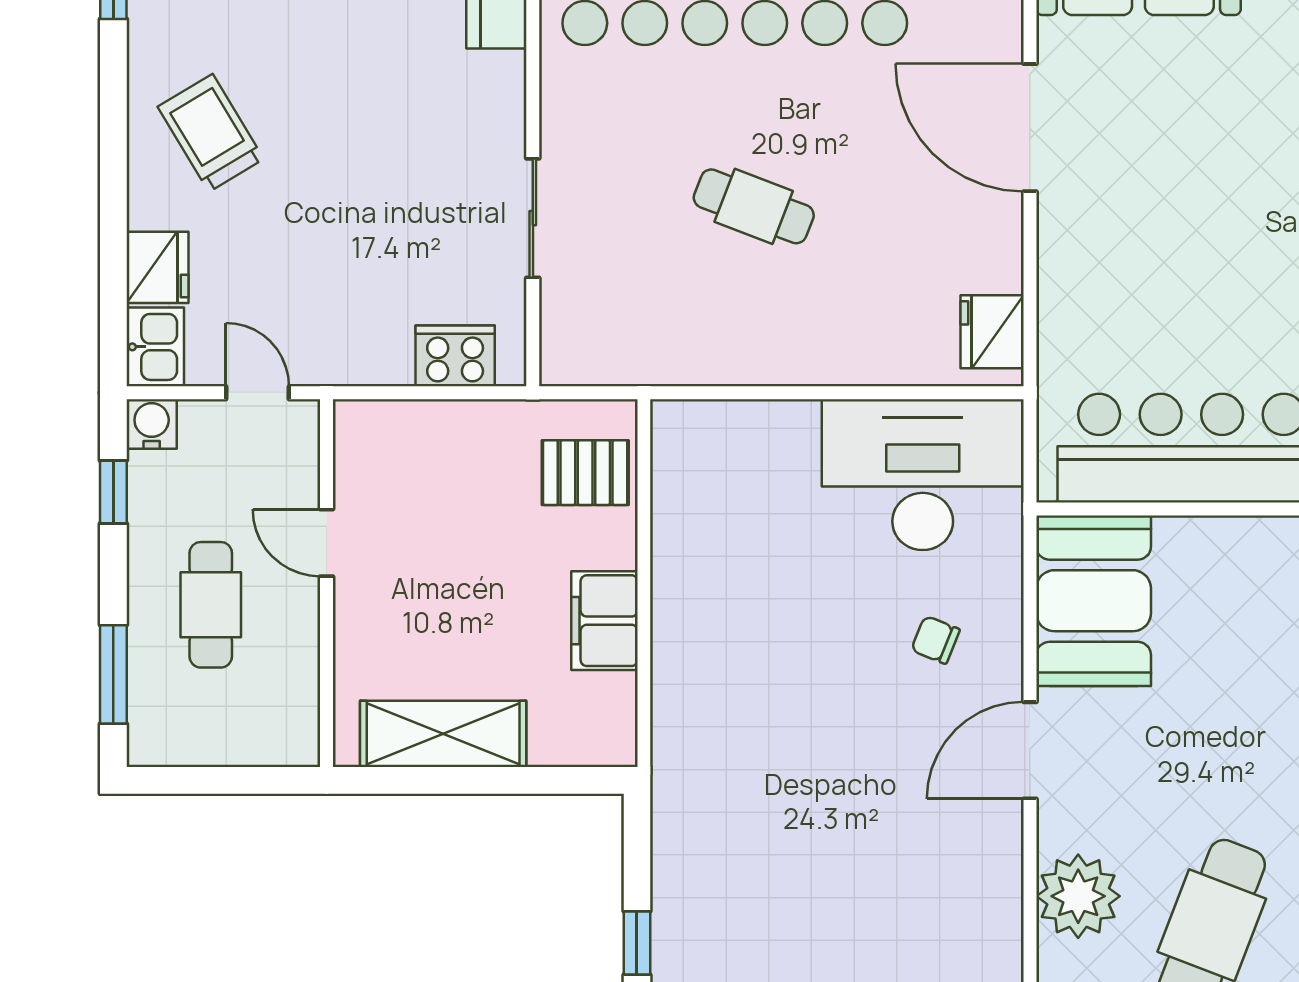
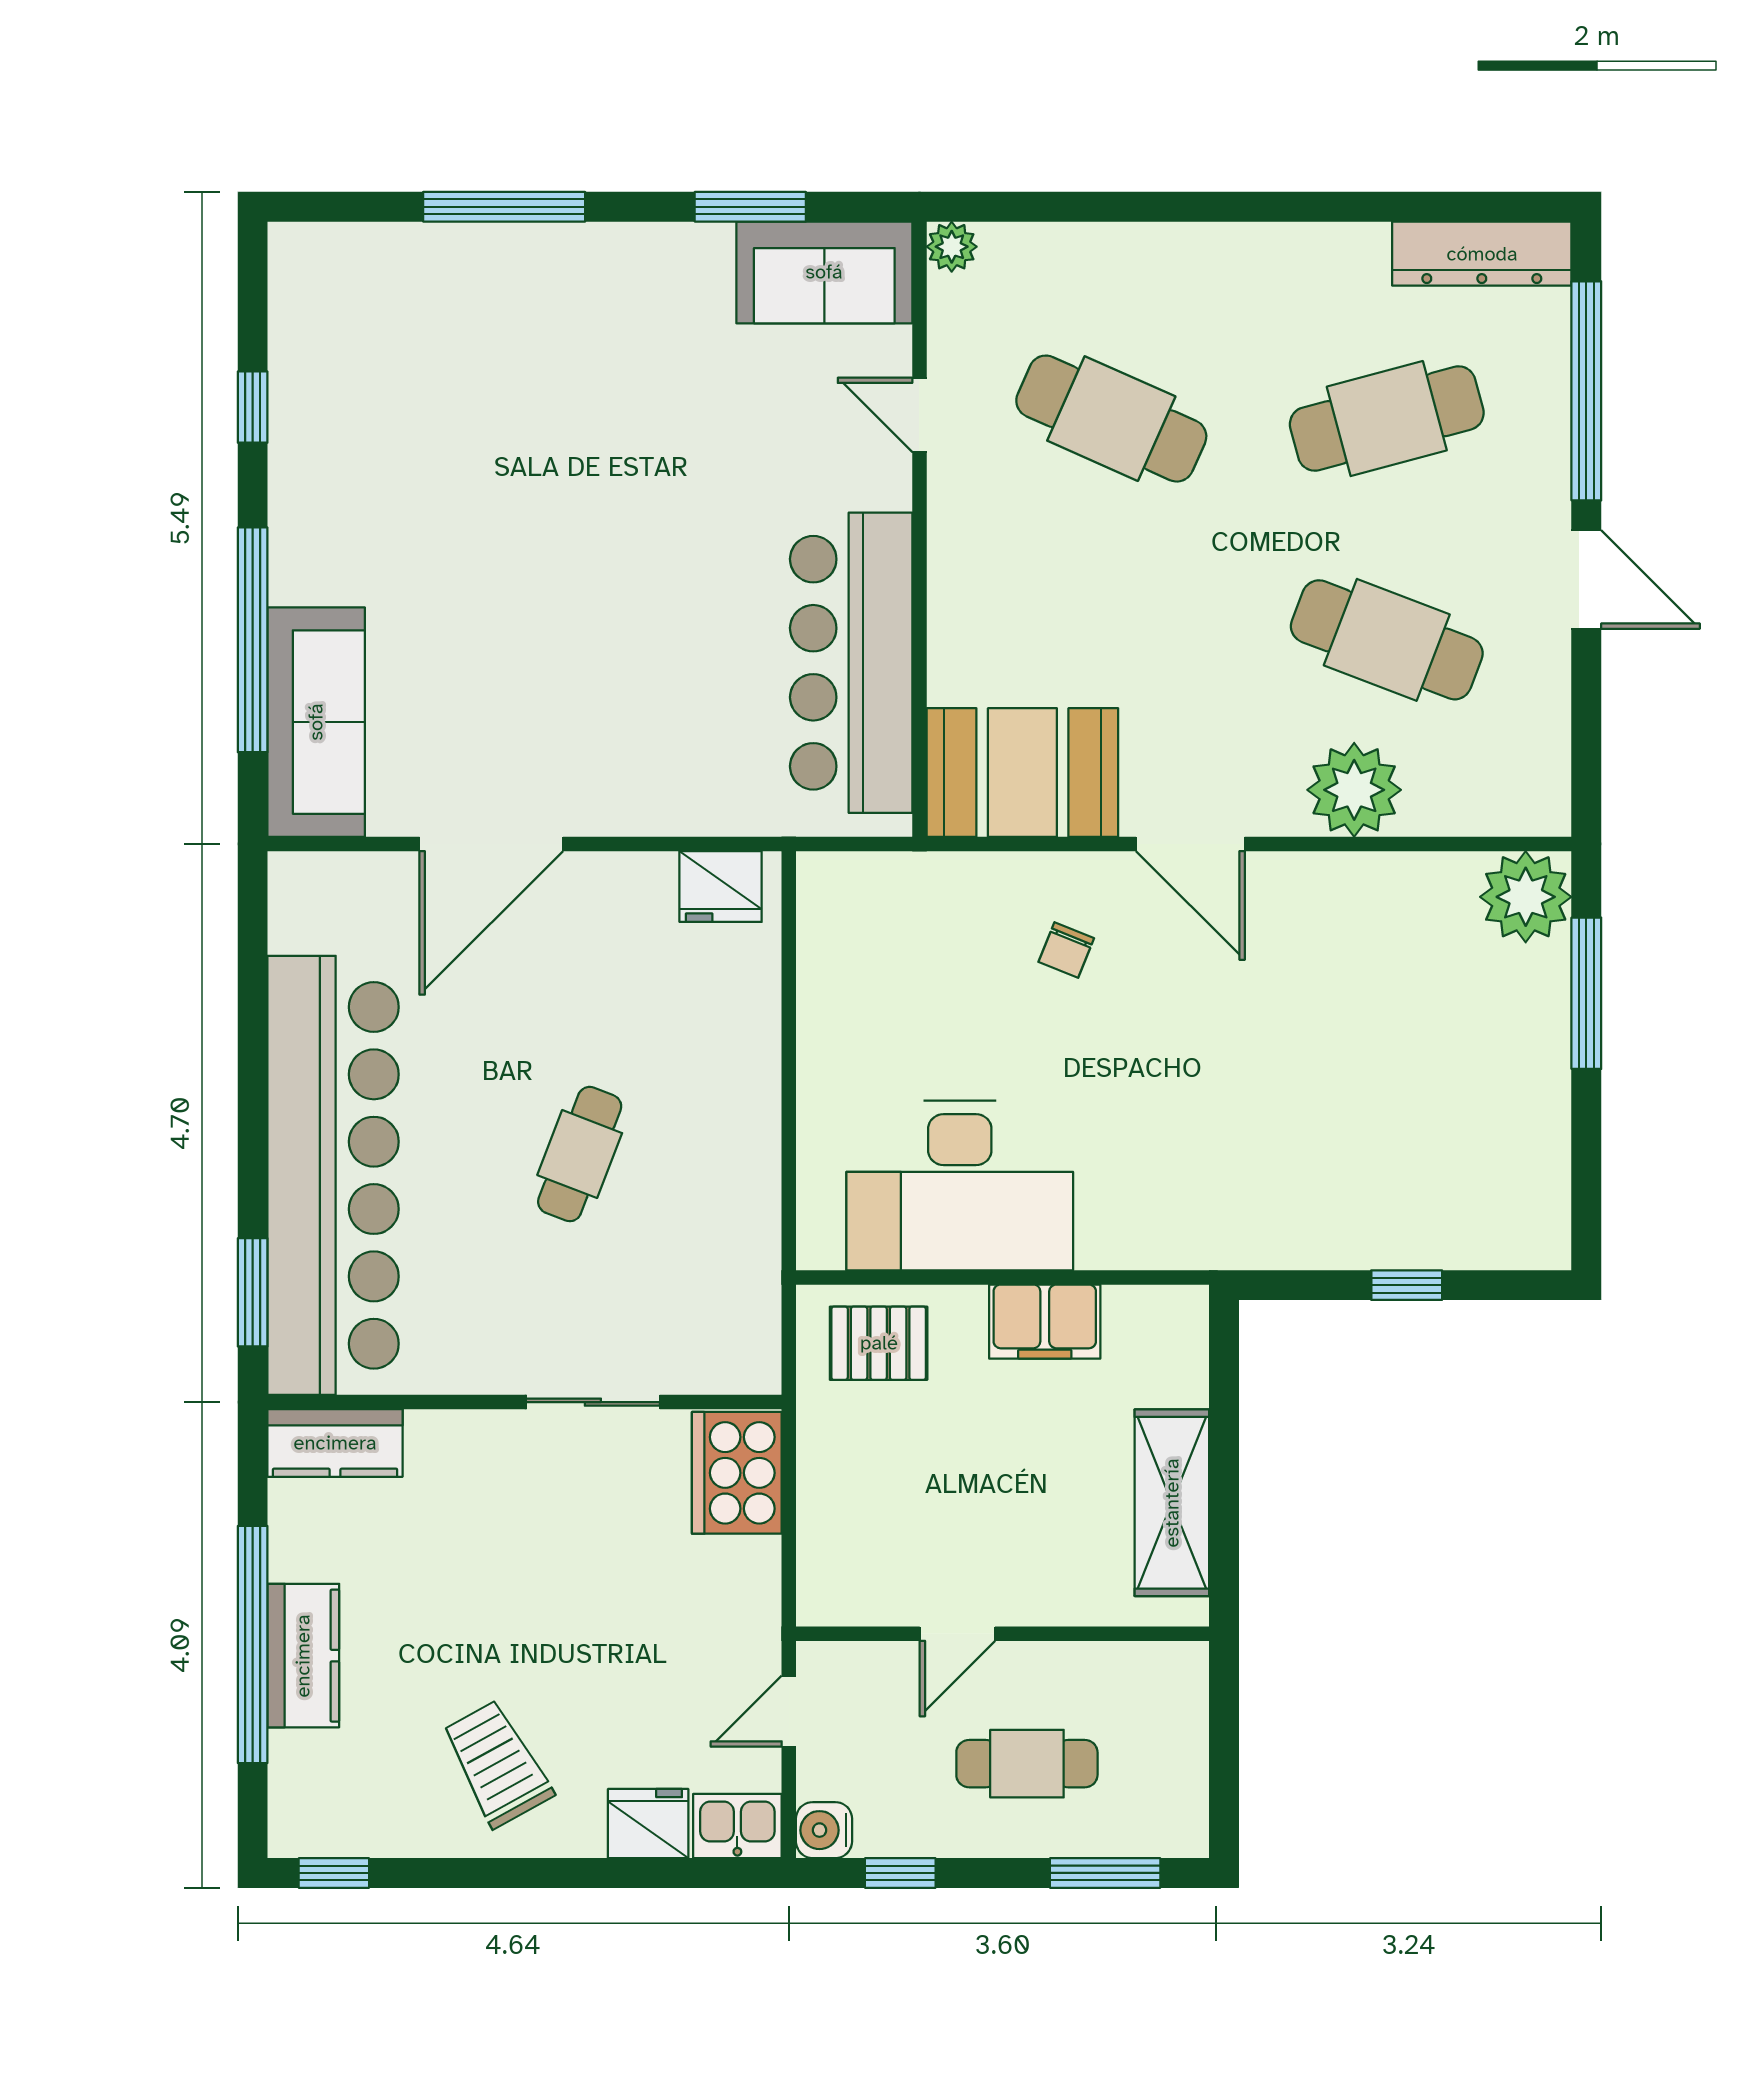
trolley: (211, 133) -> (497, 1764), turned 92
cooker: (455, 356) -> (737, 1473), width x1.37, depth x1.31
pallet: (585, 473) -> (879, 1343), turned 90
desk: (923, 475) -> (960, 1185), moved, turned -90

